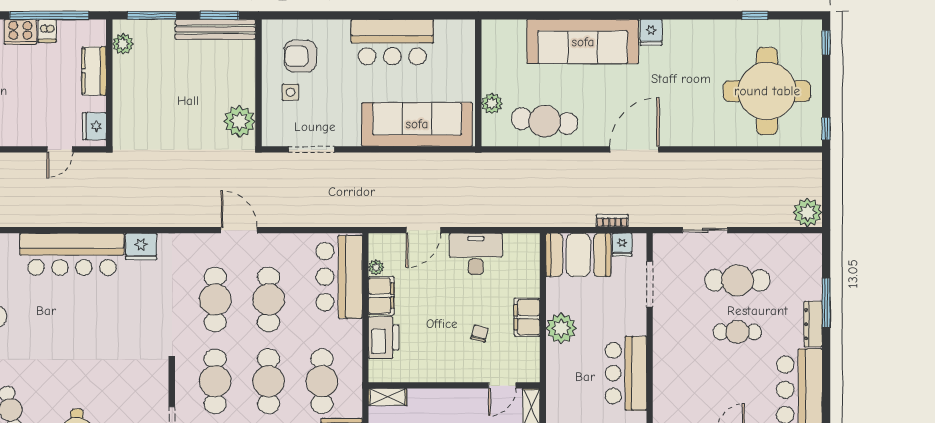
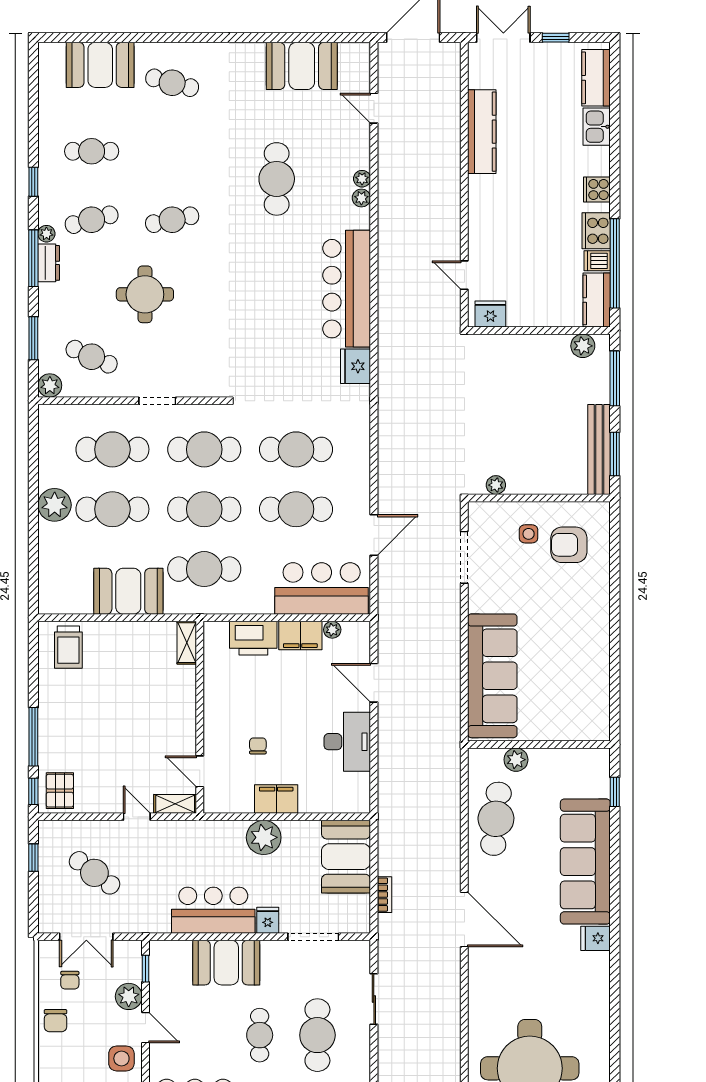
window: (755, 15) -> (615, 792), moved
bar counter: (392, 42) -> (585, 648), removed
armchair: (300, 56) -> (569, 545), turned -90
kitchen counter: (94, 71) -> (597, 300), moved, turned -90
plant: (240, 121) -> (496, 485), width x0.53, depth x0.53
door: (239, 230) -> (374, 535), moved
fridge: (622, 245) -> (268, 920), moved, turned 90
chair: (480, 333) -> (258, 746), turned -105
booth: (673, 362) -> (226, 963), added

